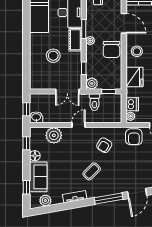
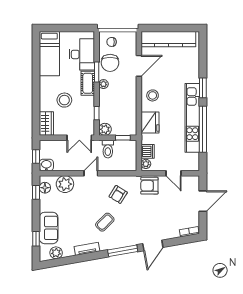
door: (124, 23) -> (139, 66), hinge flipped
chair: (111, 50) -> (110, 63), moved
wardrobe: (36, 78) -> (46, 124), added
armchair: (134, 137) -> (149, 186), turned 90
floor lamp: (35, 156) -> (45, 188), moved

